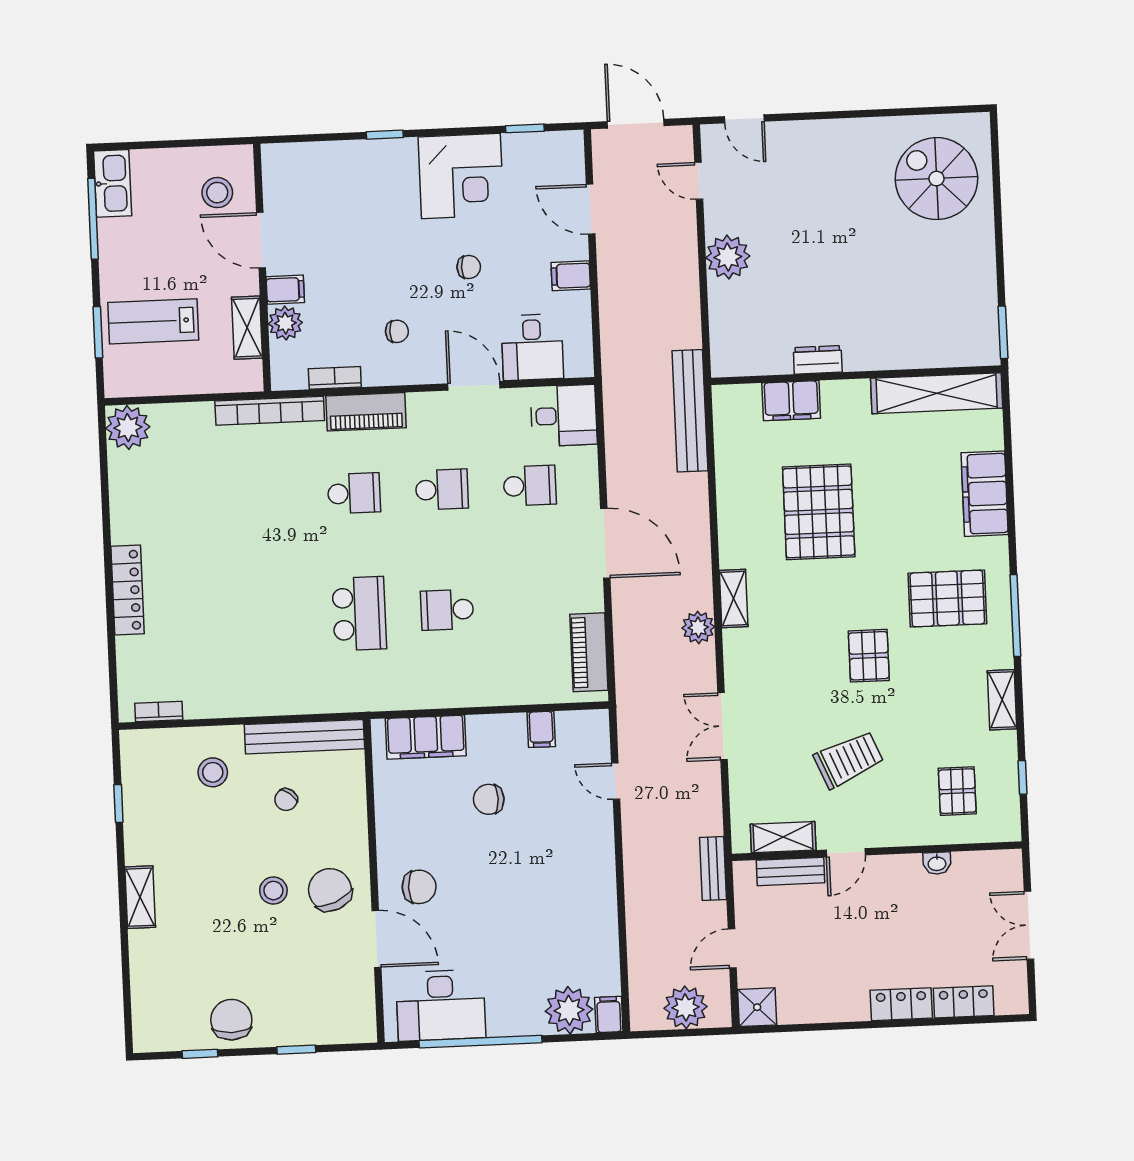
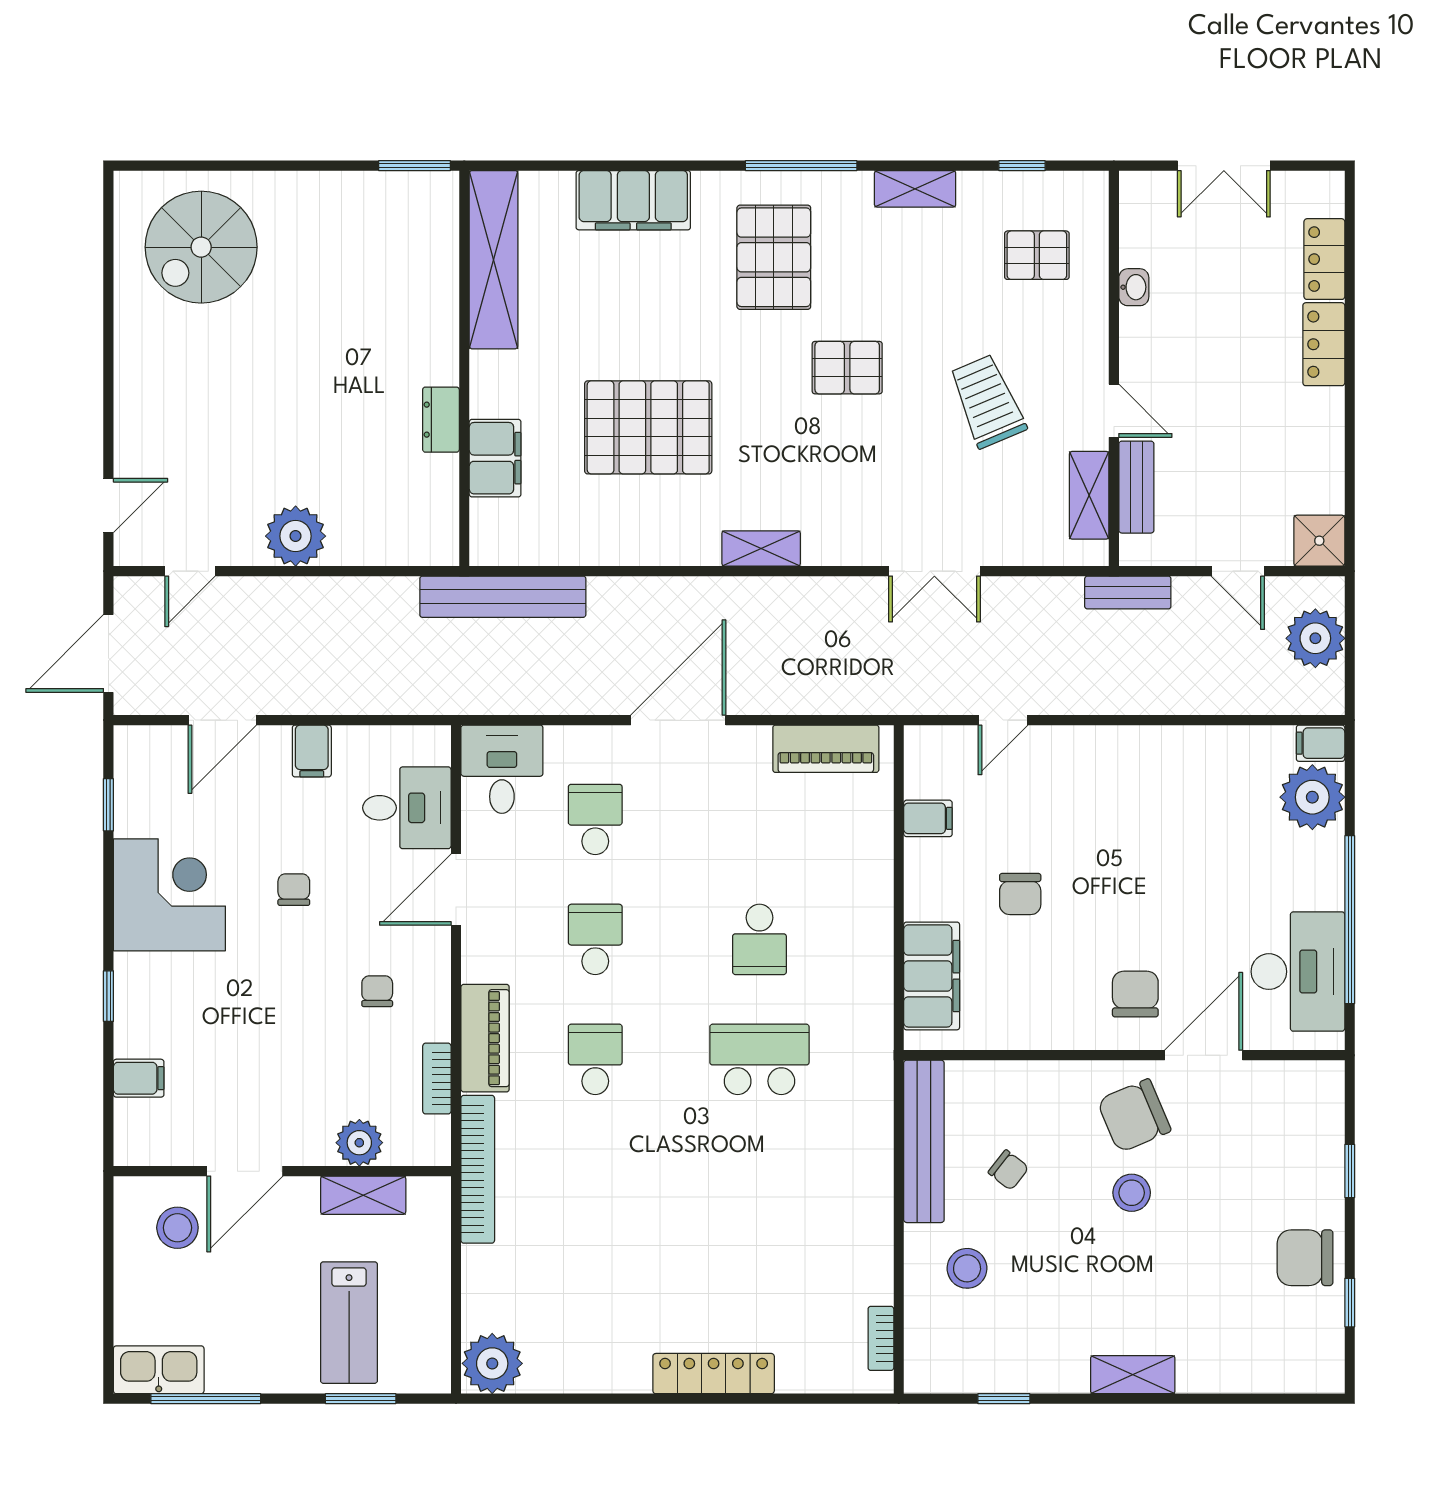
filing cabinet: (285, 290) -> (139, 1078), moved, turned 90
plant: (698, 627) -> (798, 598), removed

